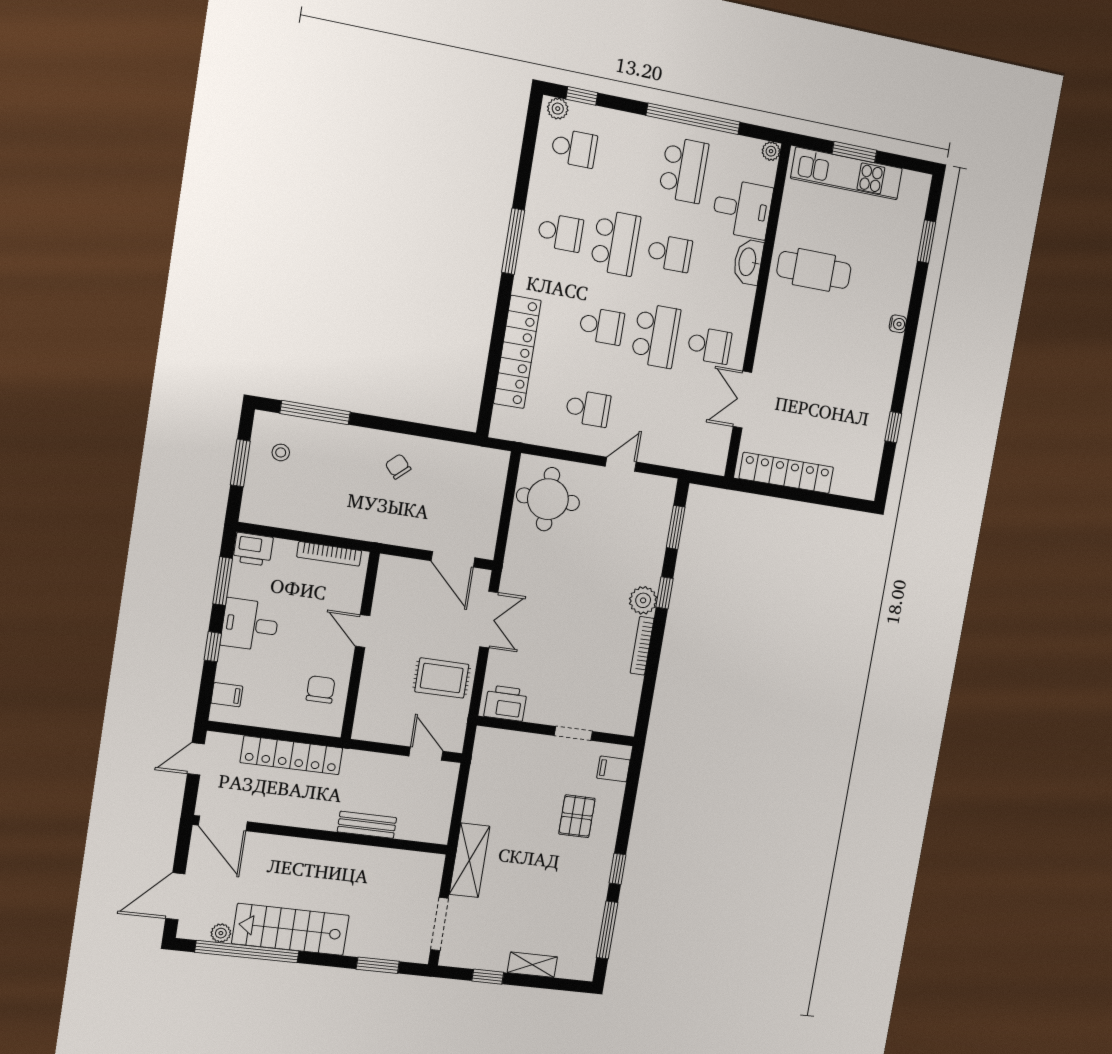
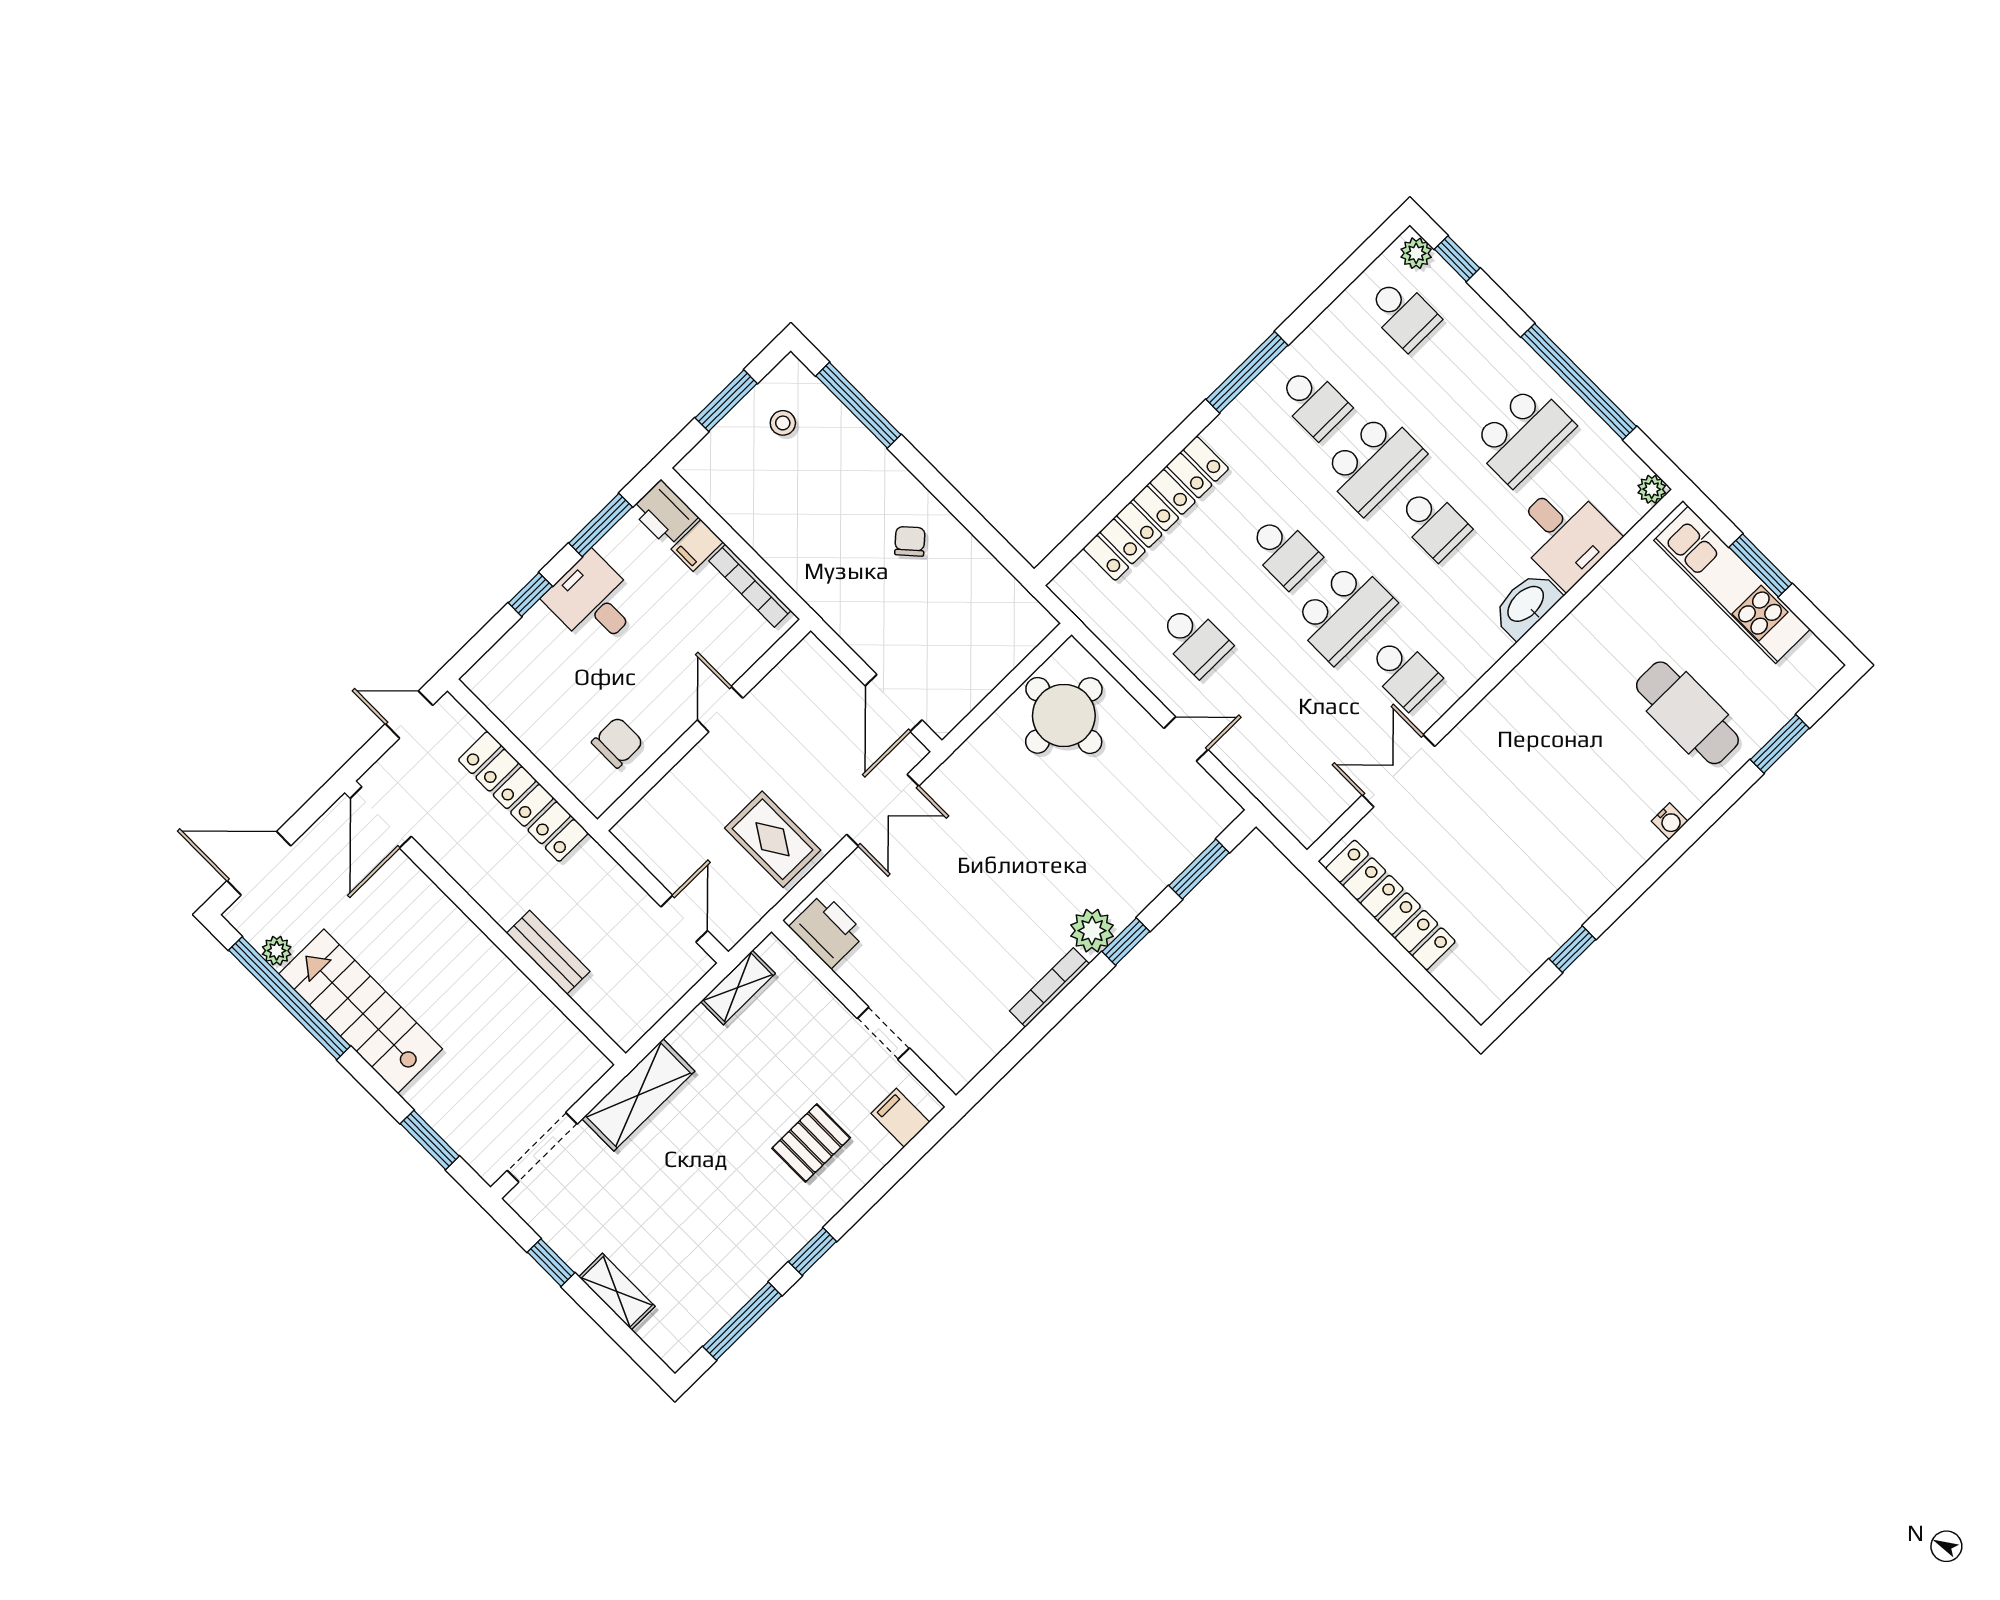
cafe table: (814, 270) -> (1687, 713), moved
filing cabinet: (227, 695) -> (697, 545), moved, turned 90
shelving: (481, 767) -> (738, 987), added

